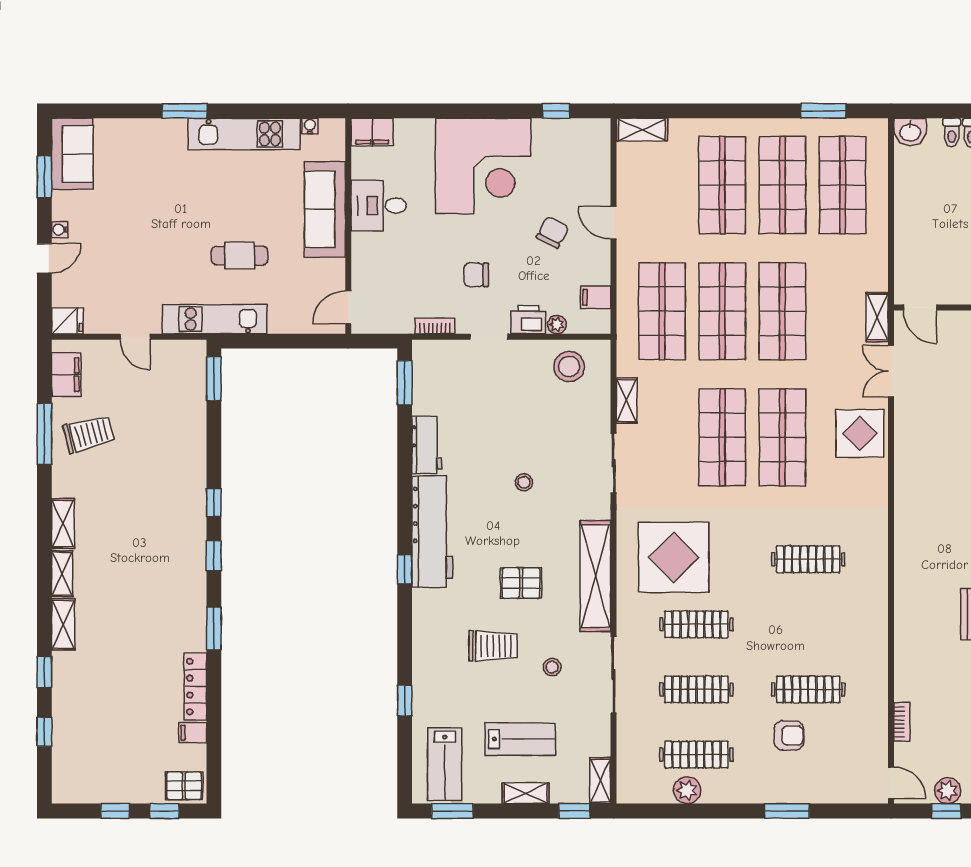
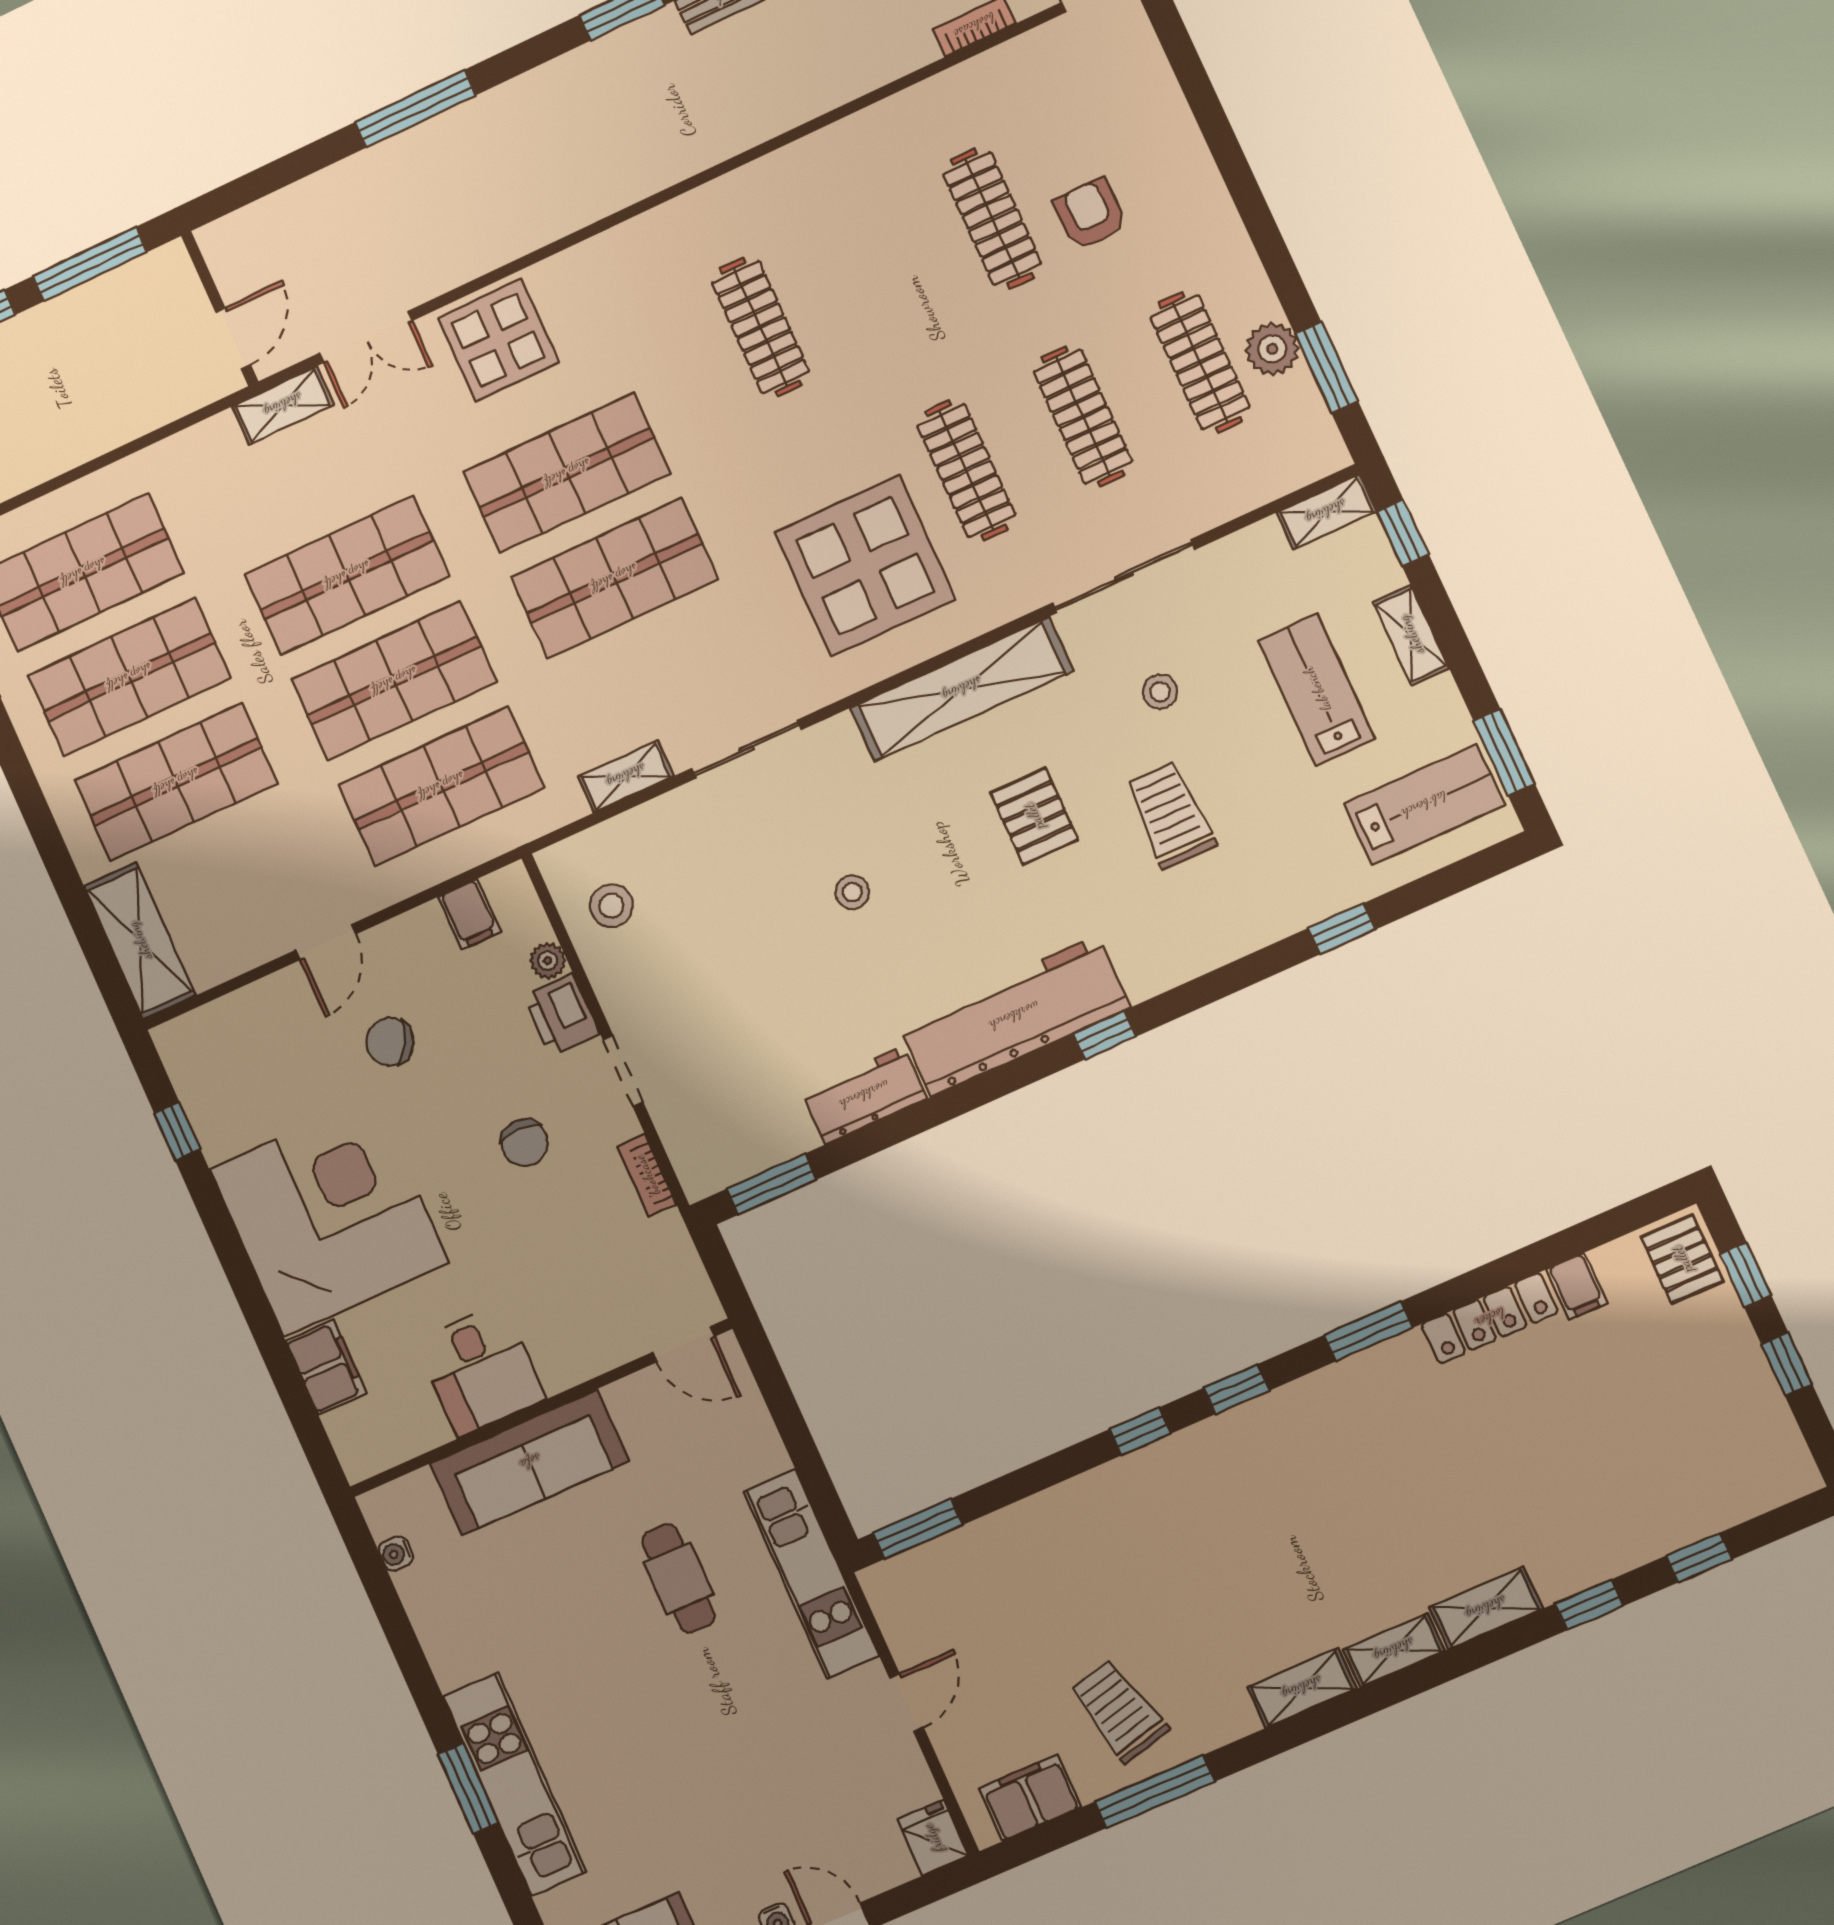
shelving: (642, 130) -> (140, 941), width x1.50, depth x1.33
filing cabinet: (372, 132) -> (326, 1367), moved
kitchen unit: (244, 134) -> (515, 1784), moved
stool: (569, 366) -> (611, 906), width x0.73, depth x0.73
window: (787, 811) -> (1326, 367), moved

